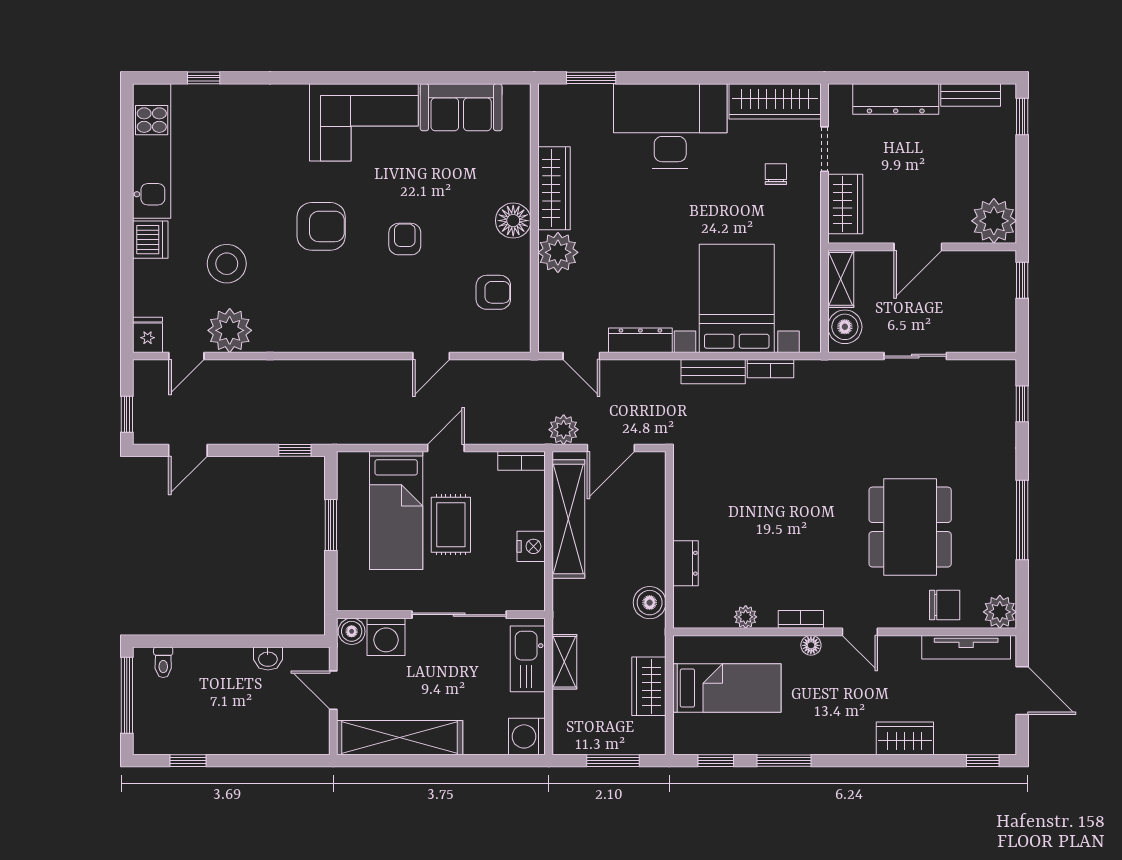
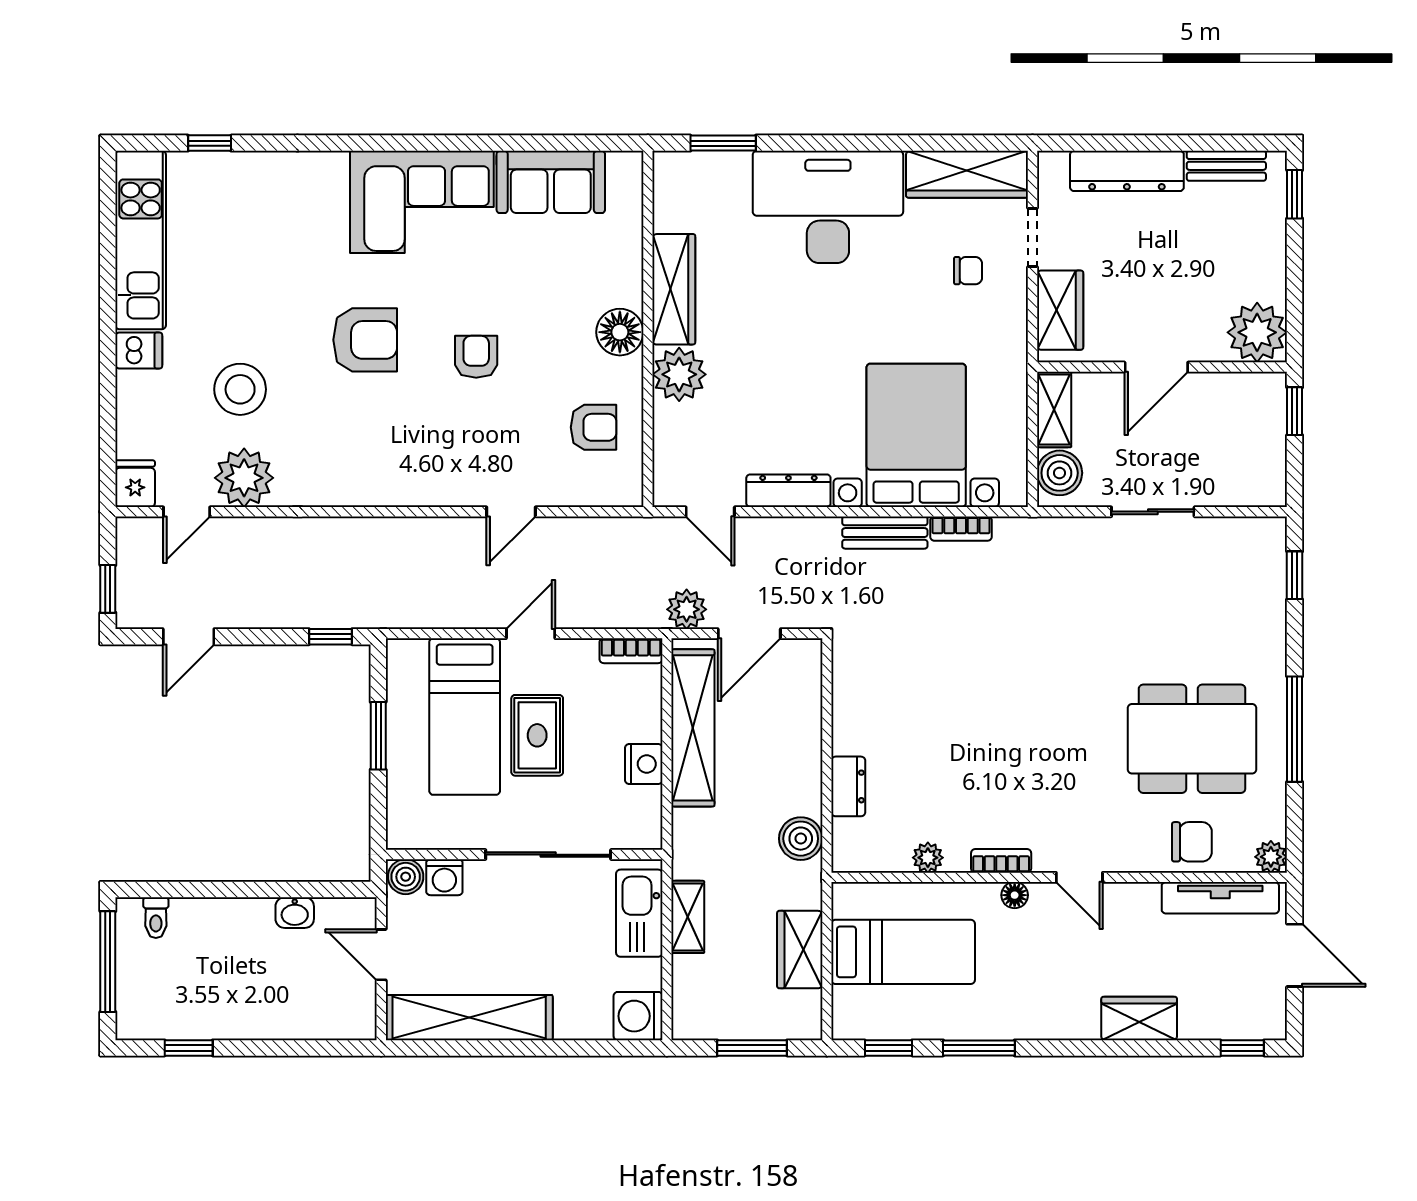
chair: (776, 174) -> (968, 271), turned 90
dishwasher: (150, 240) -> (139, 351), width x0.73
dining table: (910, 527) -> (1192, 739), moved, turned 90
plant: (1000, 612) -> (1271, 857), width x0.73, depth x0.73
washing machine: (386, 637) -> (444, 877), width x0.73, depth x0.73

